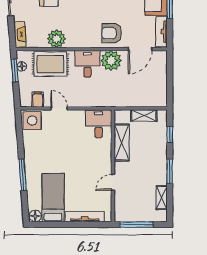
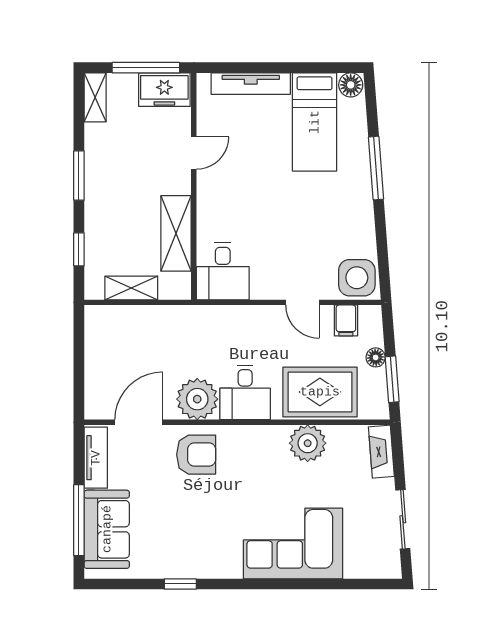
floor lamp: (22, 66) -> (376, 357), moved
shelving: (162, 198) -> (95, 97), moved
freezer: (127, 214) -> (164, 90), added

